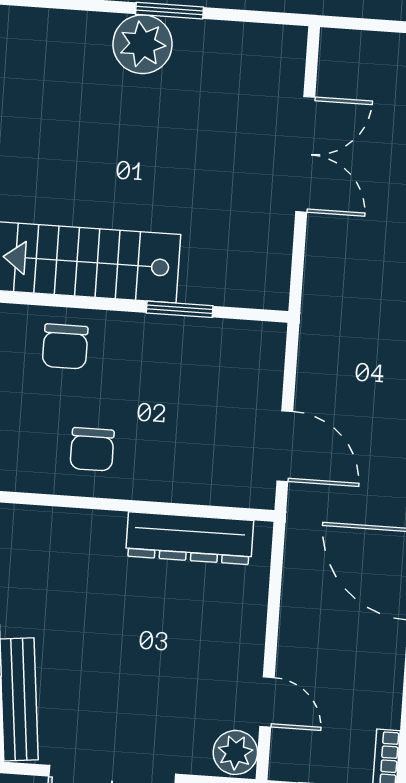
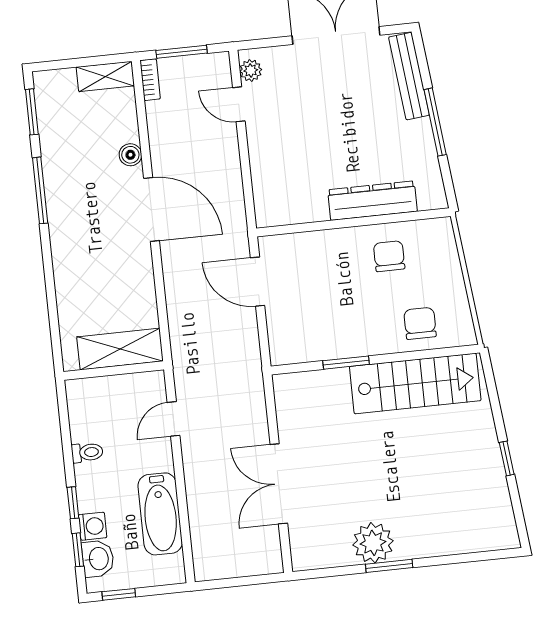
plant: (143, 44) -> (373, 543), moved
dresser: (190, 538) -> (372, 201), moved
plant: (235, 752) -> (251, 70), width x0.73, depth x0.73

